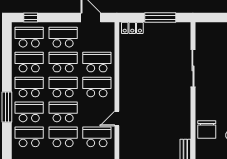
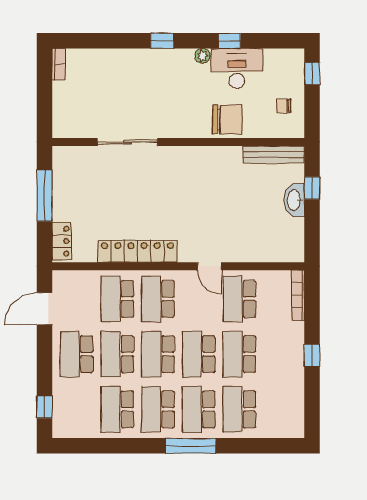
school desk: (29, 37) -> (77, 409), removed
locker: (126, 74) -> (137, 251), added

